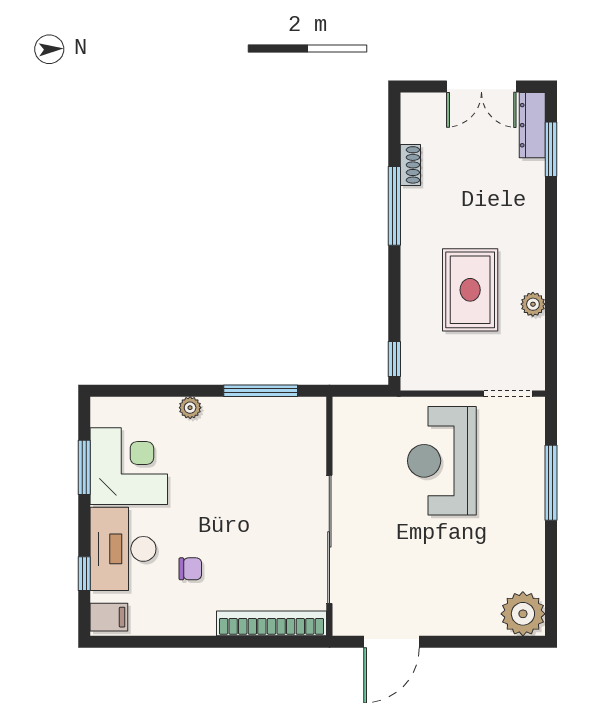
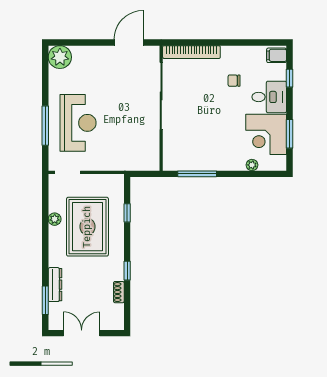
dresser: (532, 125) -> (55, 285), moved
window: (394, 206) -> (127, 271), width x0.46
rug: (470, 290) -> (87, 227), width x1.37, depth x1.44
window: (394, 359) -> (127, 213), moved
plant: (190, 408) -> (252, 165), moved
reception desk: (442, 461) -> (78, 123), moved
desk: (123, 549) -> (269, 97), width x0.73

